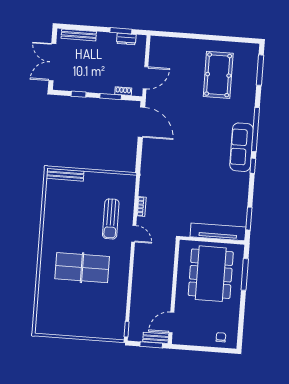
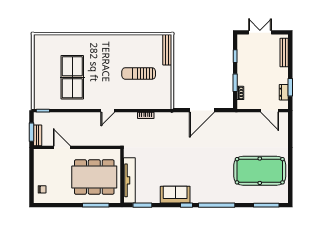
double door: (52, 62) -> (260, 32), width x0.73
pool table: (218, 75) -> (260, 171), width x1.36, depth x1.32
door: (145, 78) -> (270, 111), moved
door: (142, 122) -> (202, 110), moved
sofa: (241, 147) -> (175, 195), moved, width x0.73
sun lounger: (111, 219) -> (139, 73), moved
door: (134, 234) -> (108, 111), moved
table tennis table: (82, 268) -> (72, 77), moved
door: (171, 323) -> (62, 147), moved

